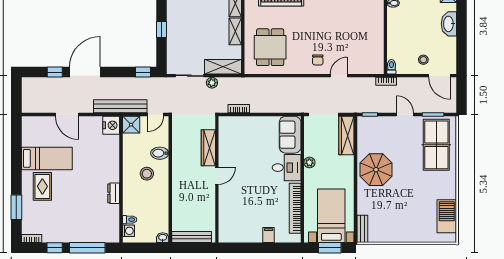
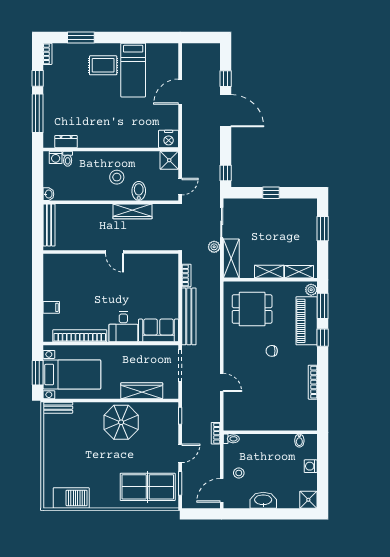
washbasin: (449, 24) -> (263, 500), moved
chair: (318, 60) -> (272, 351), moved
bench: (120, 106) -> (189, 316), moved
door: (156, 115) -> (180, 187), swing flipped
wardrobe: (346, 135) -> (142, 391), moved
wardrobe: (208, 148) -> (132, 211), moved, turned 180
plant: (309, 162) -> (129, 351), removed
dresser: (114, 193) -> (66, 142), moved

